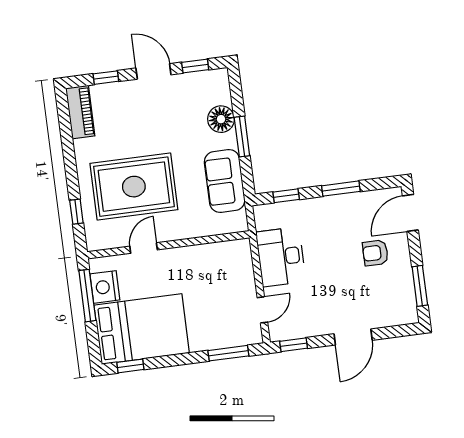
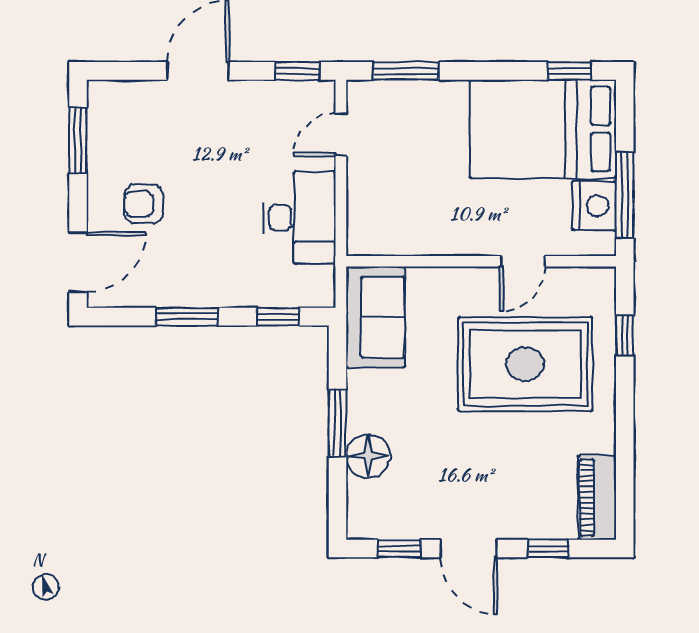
sofa: (225, 181) -> (375, 317), moved
armchair: (375, 253) -> (144, 204), turned 180

